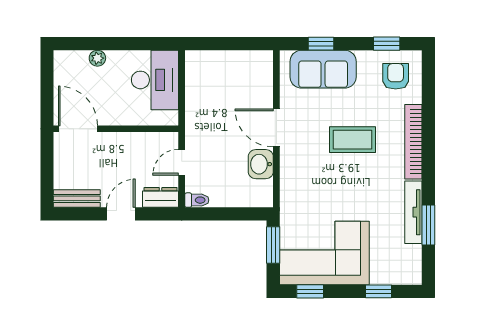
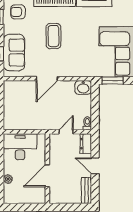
door: (78, 129) -> (47, 176), moved
door: (182, 162) -> (66, 132), swing flipped
washbasin: (261, 164) -> (83, 87), moved

